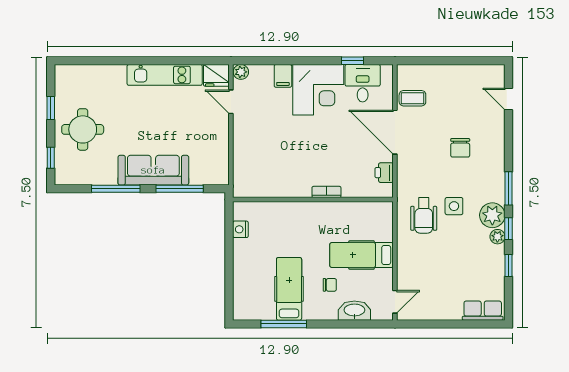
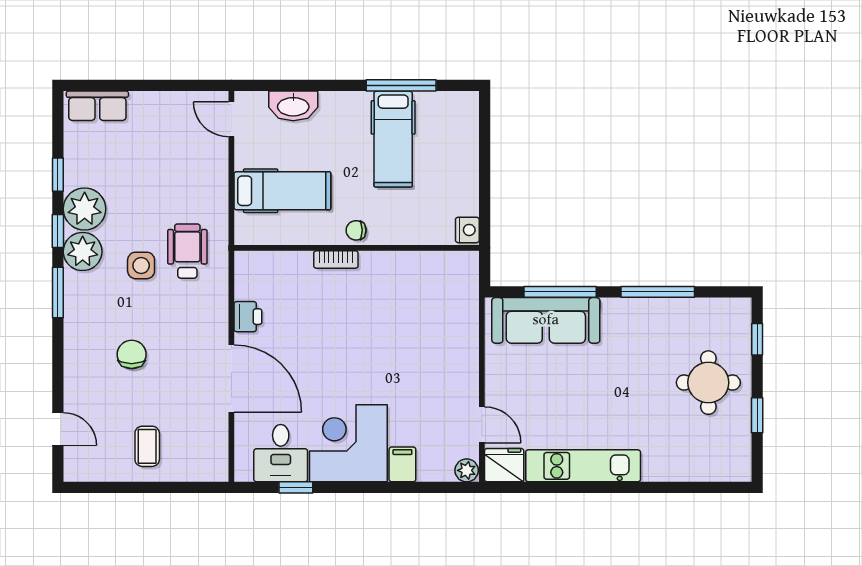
coffee table: (412, 98) -> (147, 446), moved, turned 90
sofa: (153, 170) -> (546, 320), moved
bookcase: (326, 192) -> (336, 260), moved
wall: (313, 200) -> (357, 248), moved
plant: (497, 237) -> (85, 209), width x1.87, depth x1.87
chair: (330, 285) -> (356, 230), moved
door: (395, 302) -> (231, 119), hinge flipped

